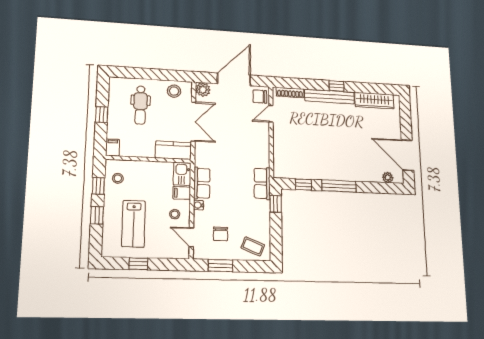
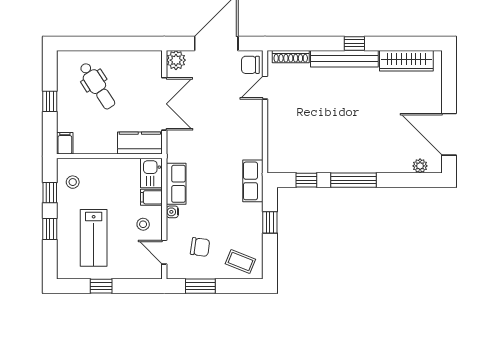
stool: (174, 91) -> (139, 65), removed
dental chair: (140, 105) -> (97, 86), turned -33
window: (276, 204) -> (270, 222), moved
chair: (220, 234) -> (200, 247), turned -82

